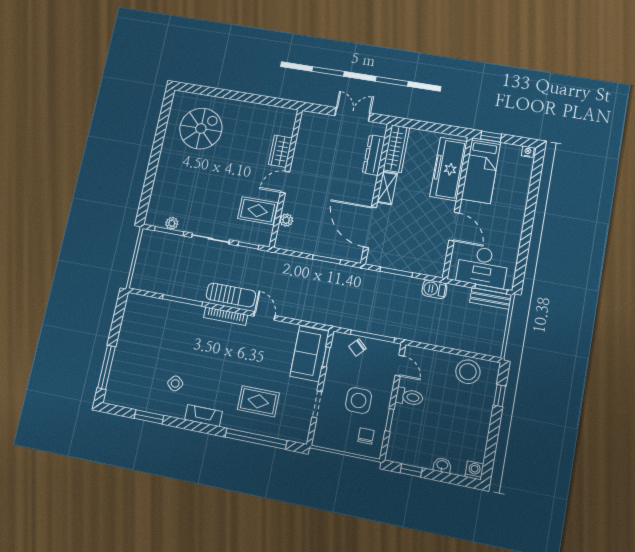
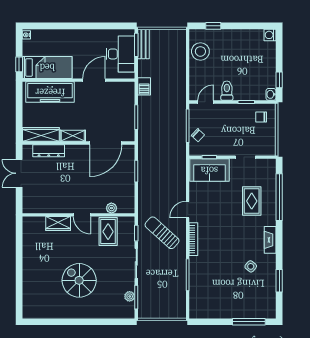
spiral stairs: (201, 129) -> (79, 280), moved
sun lounger: (231, 295) -> (162, 233), moved, turned -48
side table: (359, 400) -> (237, 127), removed
washbasin: (442, 465) -> (271, 94), moved

